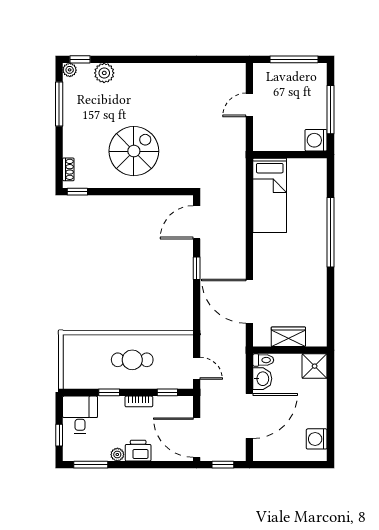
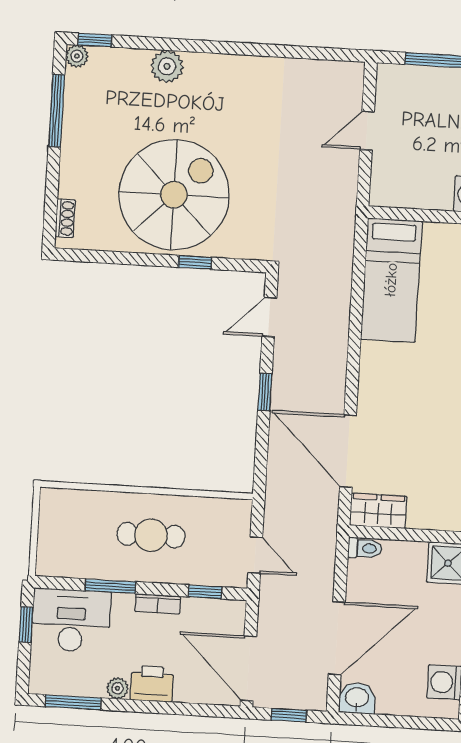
plant: (104, 73) -> (167, 66), moved
spiral stairs: (134, 151) -> (174, 195), width x1.37, depth x1.37
window: (77, 192) -> (195, 262), moved
door: (197, 222) -> (269, 317), width x0.73
wardrobe: (288, 337) -> (378, 511), moved
washbasin: (262, 379) -> (357, 698), moved, turned -90
window: (109, 392) -> (110, 586), width x1.50
desk: (80, 415) -> (71, 620), width x1.37
window: (59, 435) -> (26, 625), moved

